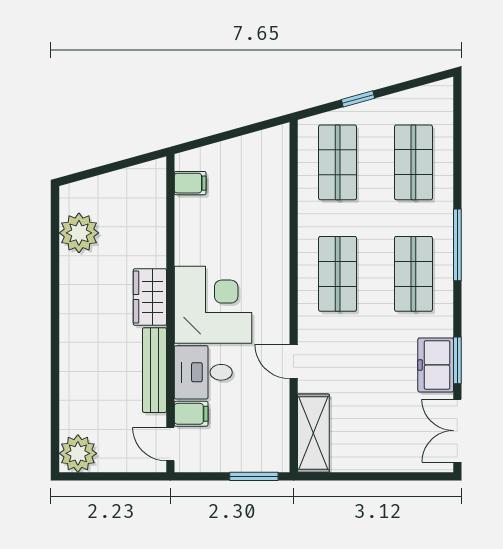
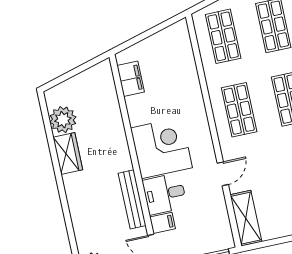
filing cabinet: (190, 183) -> (131, 79), width x2.00
wardrobe: (150, 297) -> (68, 153), moved, turned 180
door: (294, 361) -> (223, 174), swing flipped

